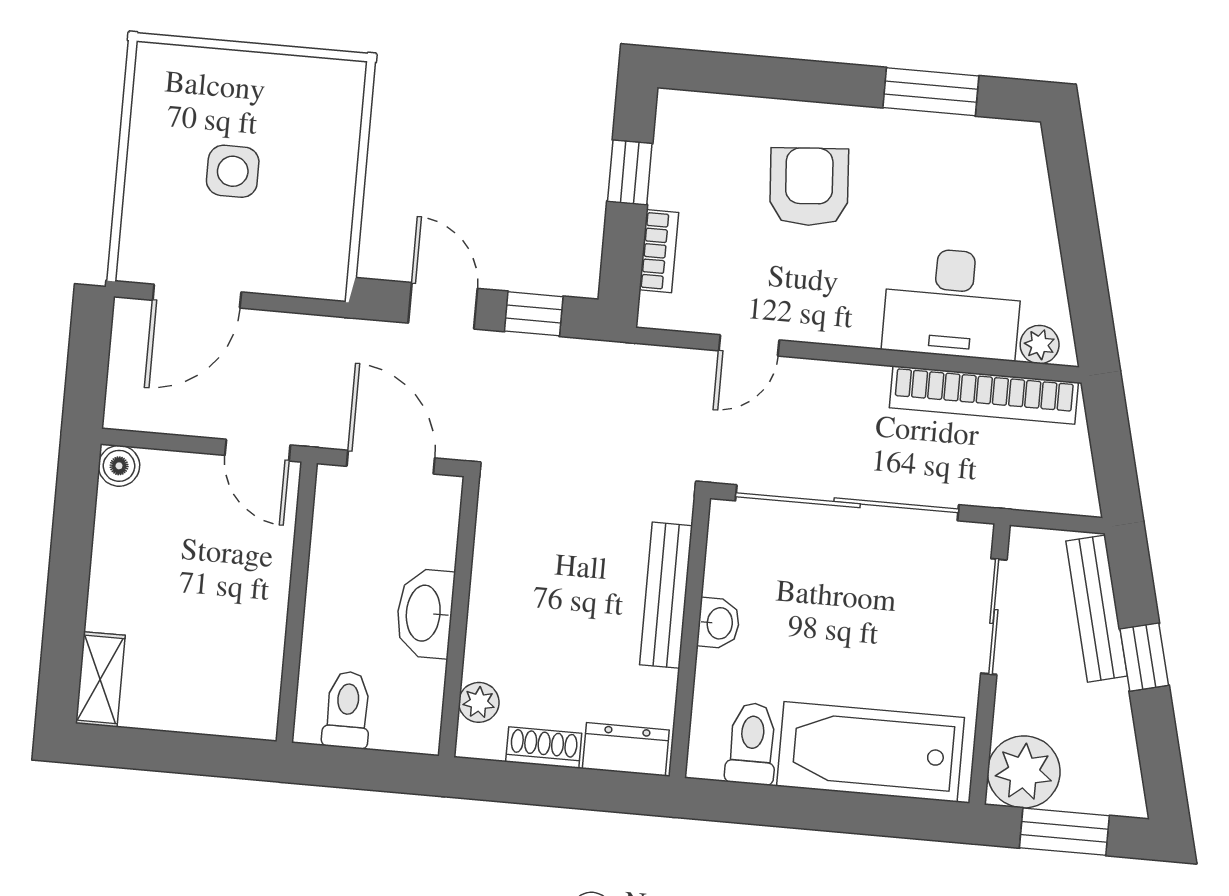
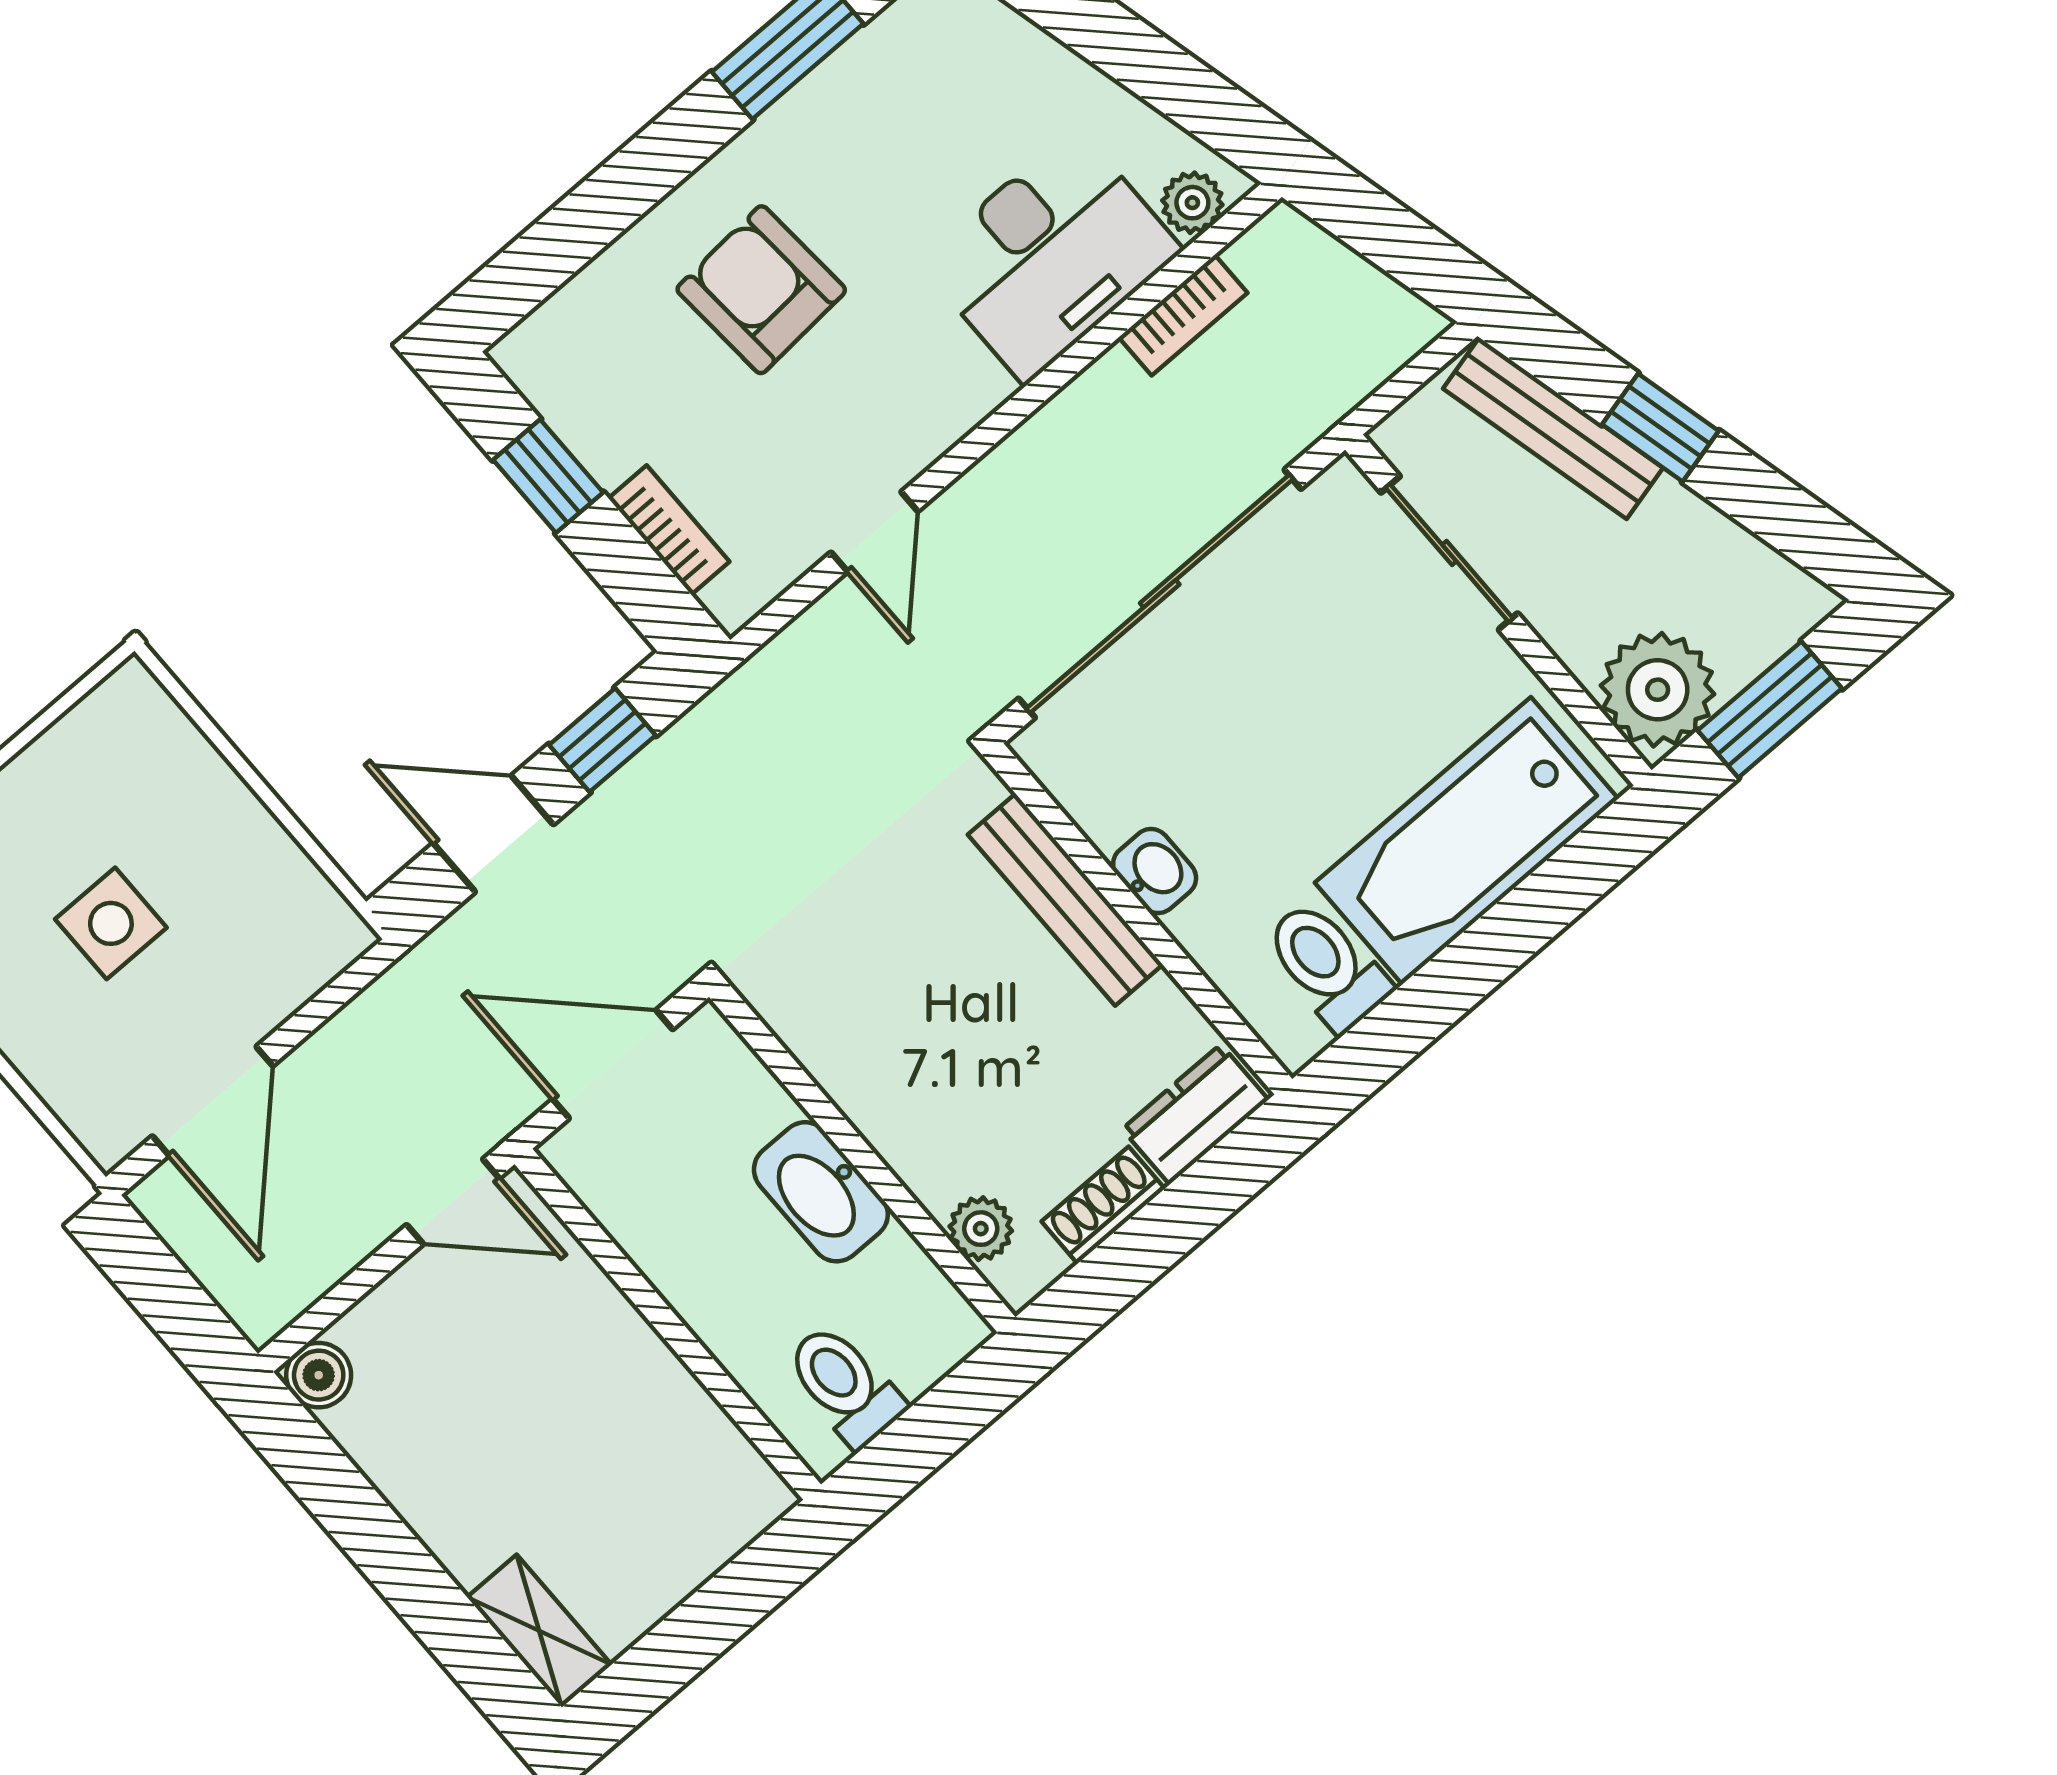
bookcase: (984, 395) -> (1183, 315), width x0.43, depth x0.76

